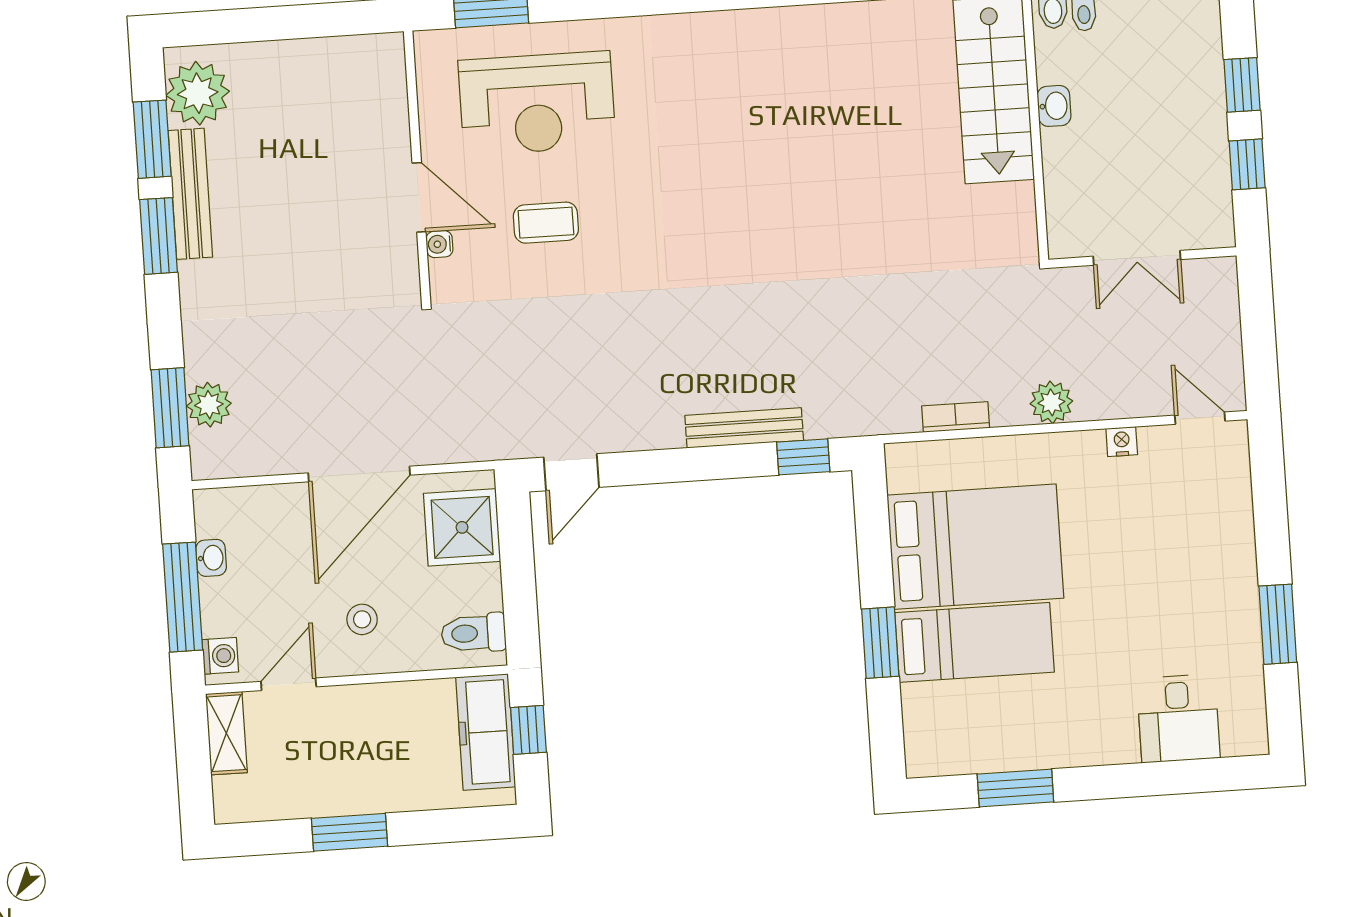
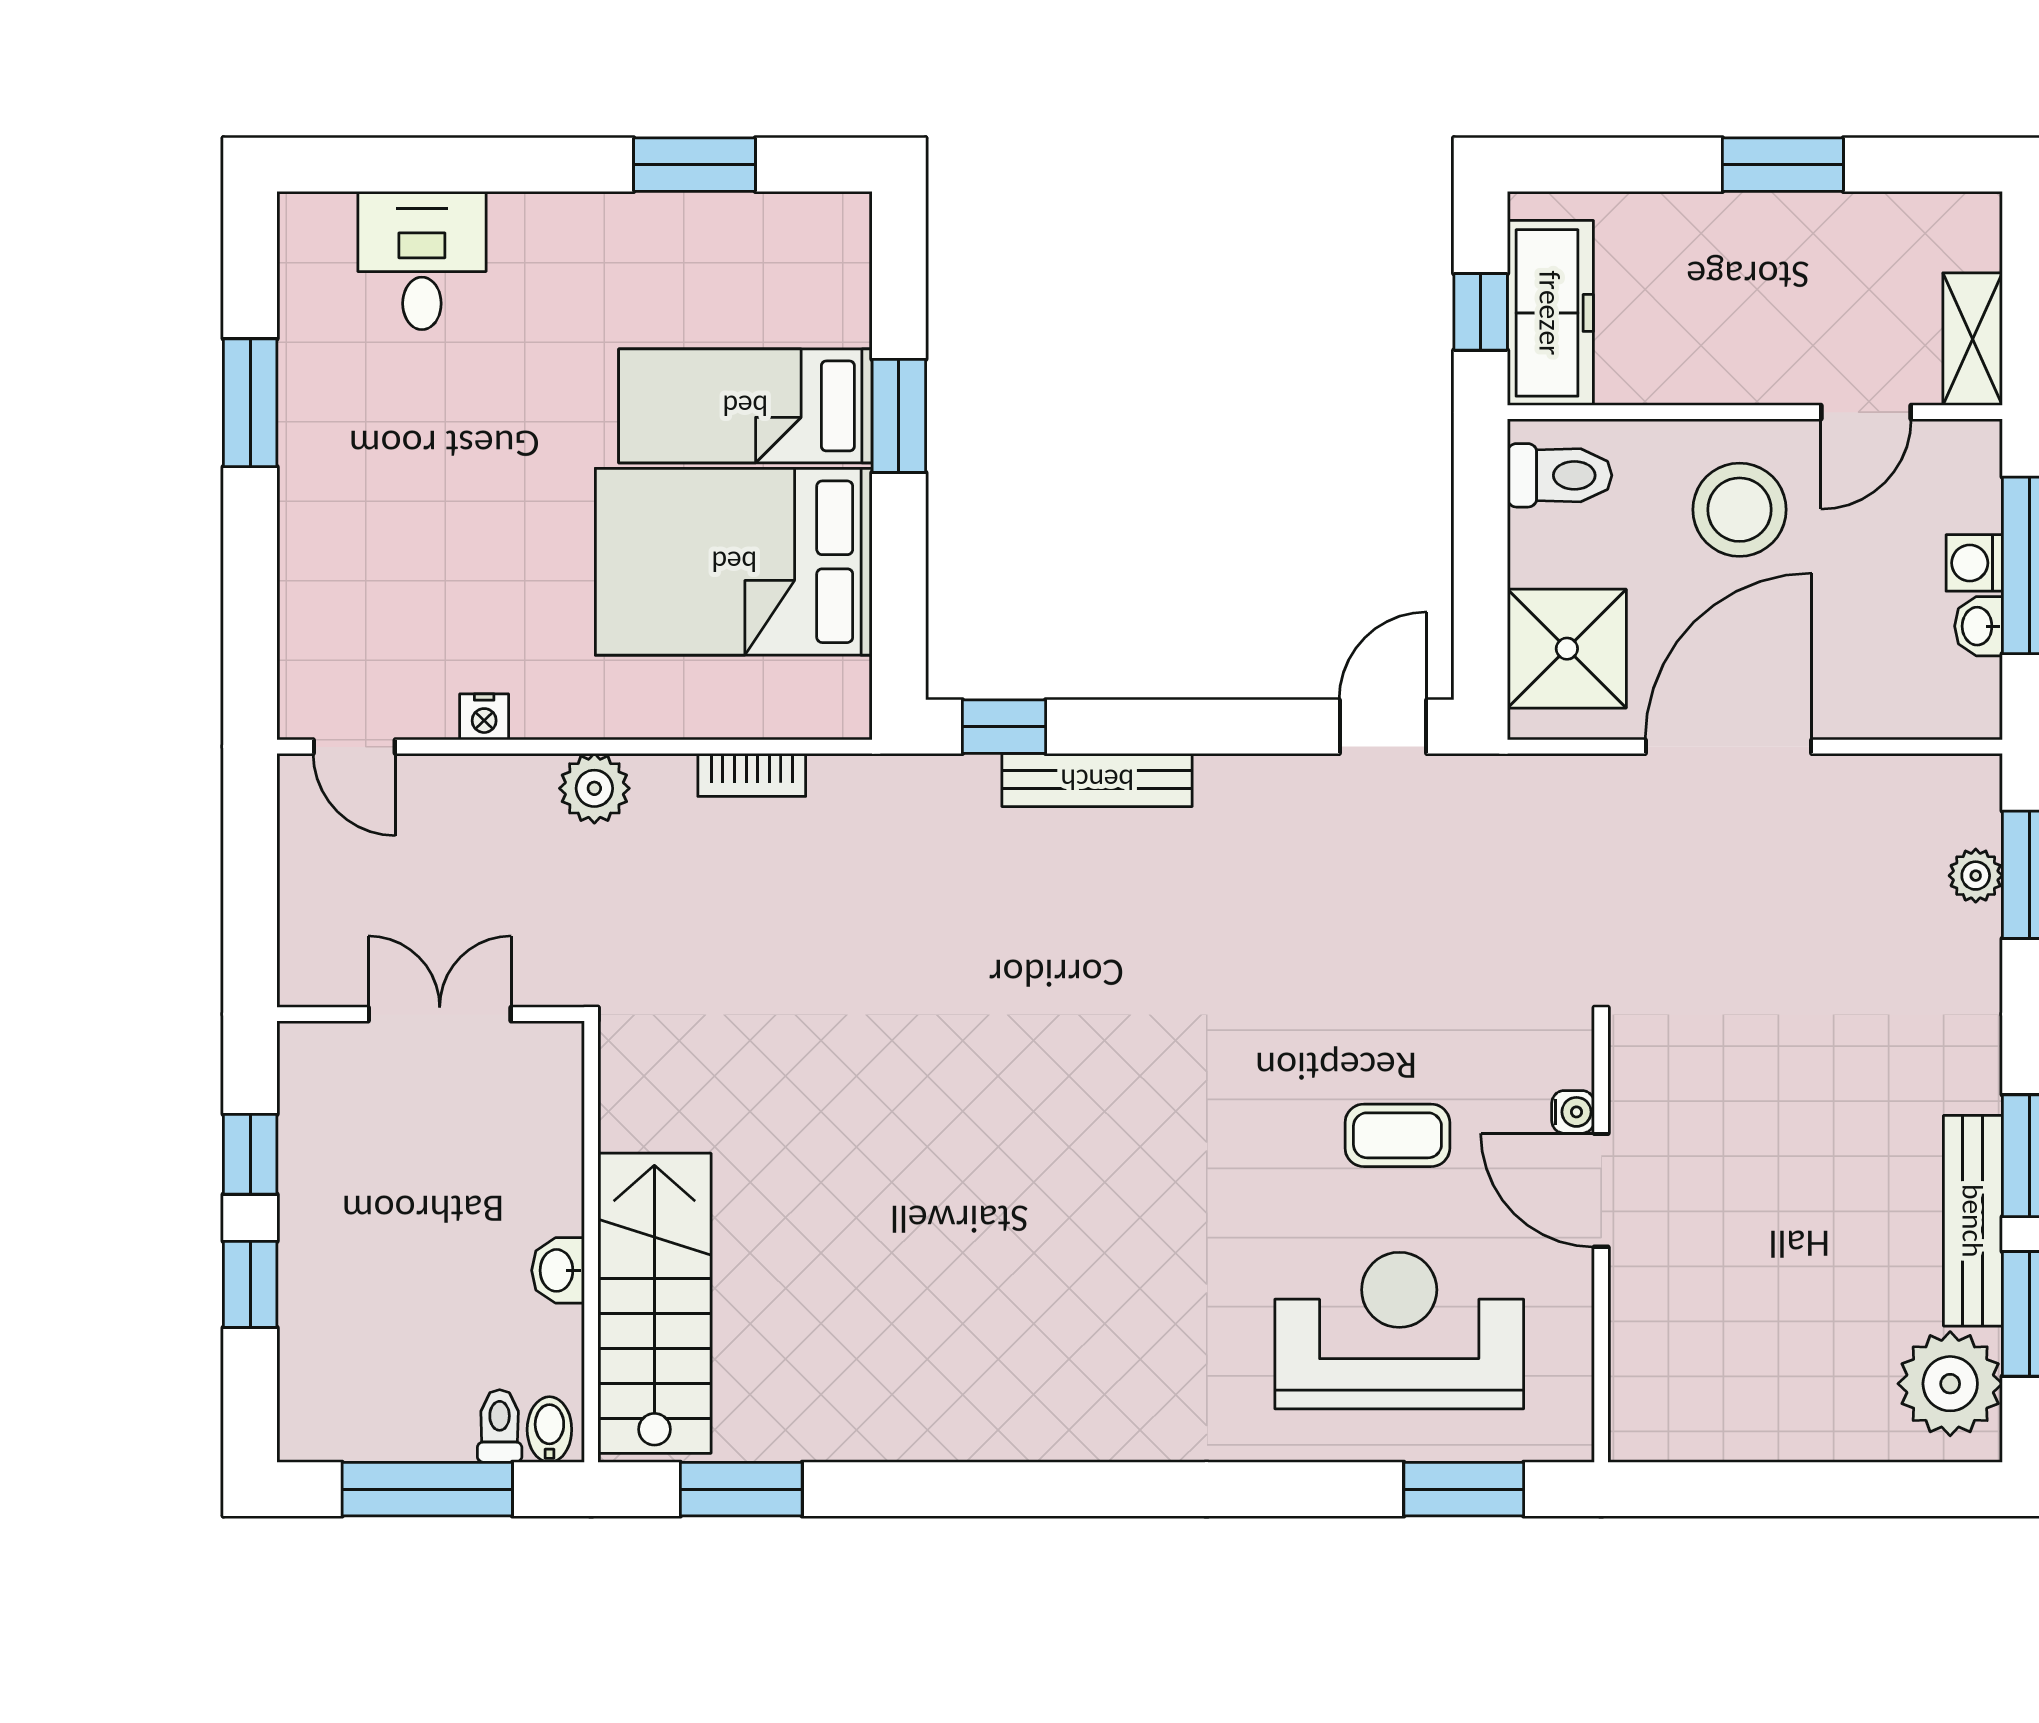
plant: (209, 405) -> (1976, 876), width x0.73, depth x0.73
stool: (362, 619) -> (1739, 510), width x1.89, depth x1.89
washing machine: (220, 656) -> (1974, 563), moved

